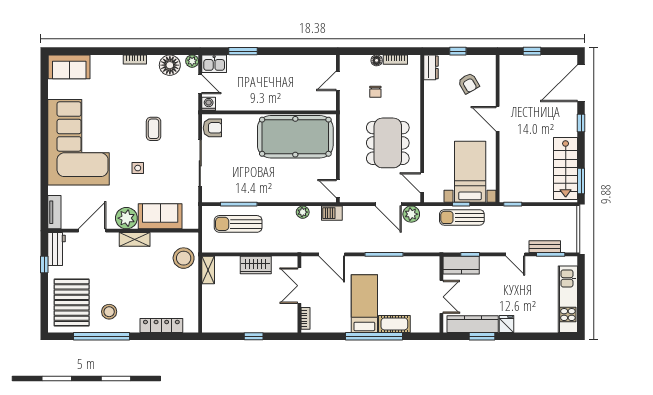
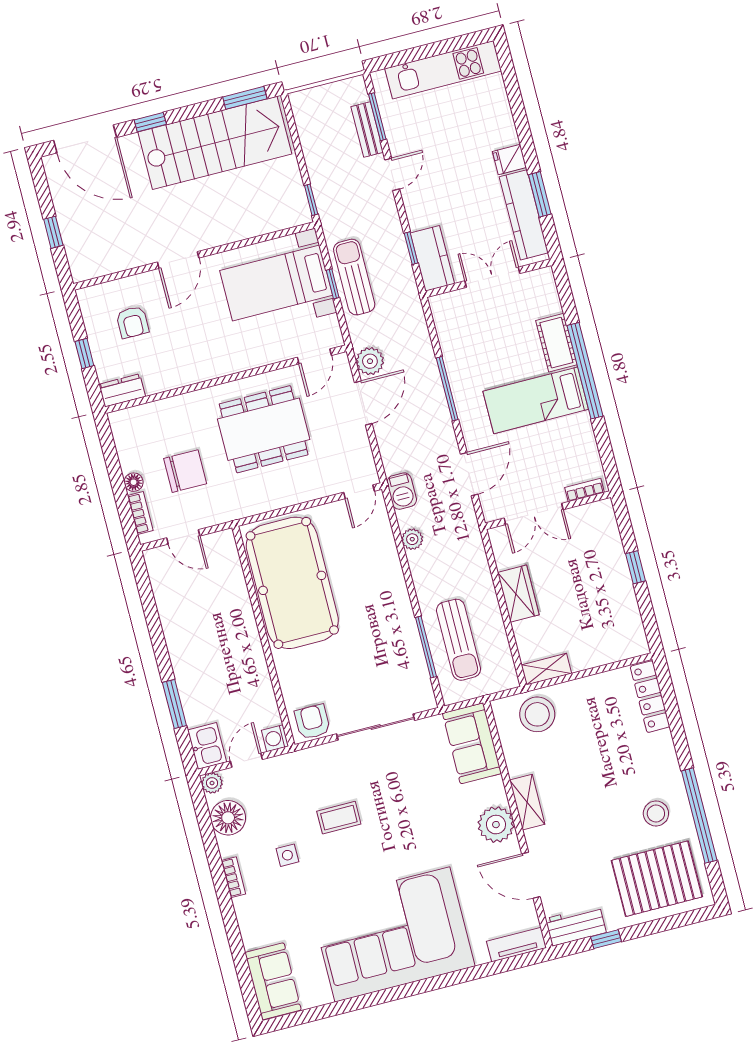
bookcase: (395, 60) -> (140, 513), moved
armchair: (469, 83) -> (132, 322), turned 120
chair: (375, 92) -> (185, 471), width x1.87, depth x1.87
side table: (138, 168) -> (287, 855), moved
stairs: (566, 168) -> (215, 143), width x1.36, depth x1.51
sofa: (160, 216) -> (472, 743), moved
sun lounger: (462, 217) -> (354, 277), turned 180
locker: (161, 326) -> (650, 697), moved

